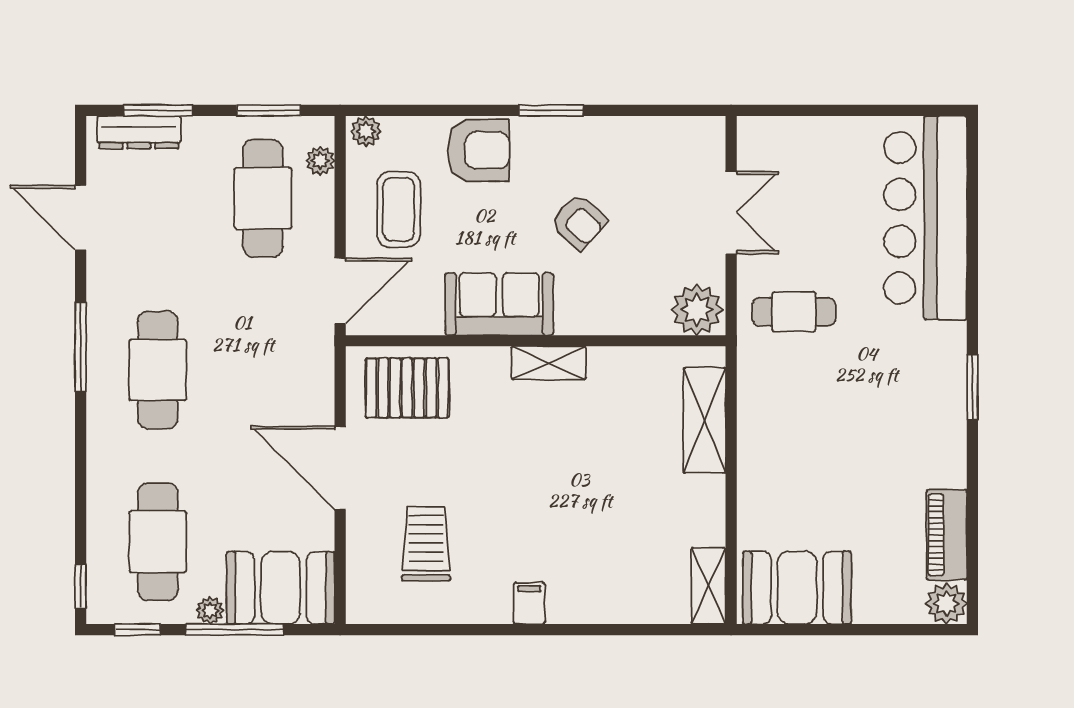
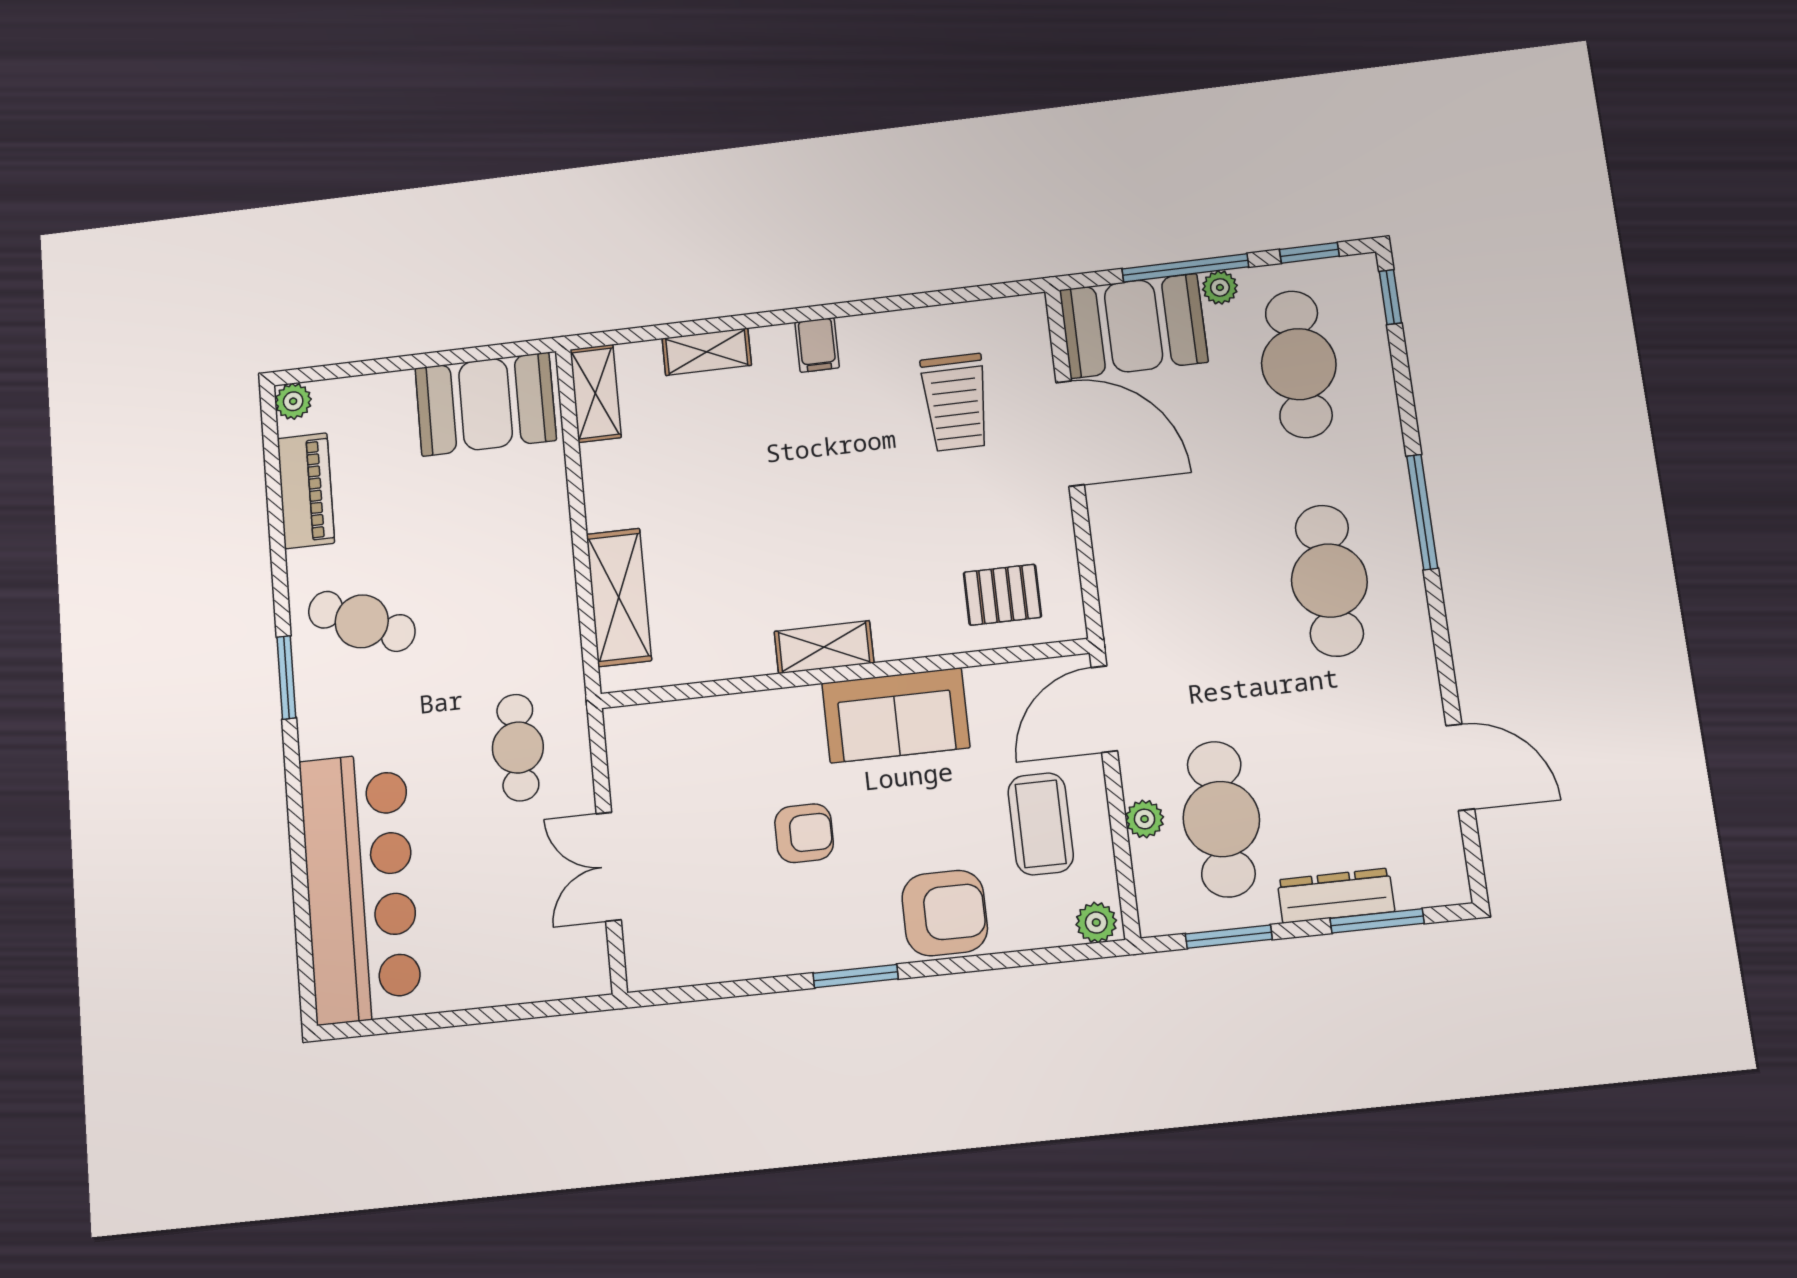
dresser: (139, 132) -> (1336, 896), moved
armchair: (479, 150) -> (945, 913), turned 180
plant: (320, 161) -> (1145, 819), moved
armchair: (579, 222) -> (804, 833), turned 138
plant: (697, 310) -> (641, 737), removed
cafe table: (794, 312) -> (518, 748), turned 90
window: (81, 347) -> (1422, 512), moved
pallet: (407, 388) -> (1002, 595), width x0.67, depth x0.71
cafe table: (909, 425) -> (362, 621), added
door: (340, 468) -> (1070, 433), moved
plant: (946, 603) -> (293, 401), width x0.73, depth x0.73
shelving: (617, 609) -> (707, 352), added

